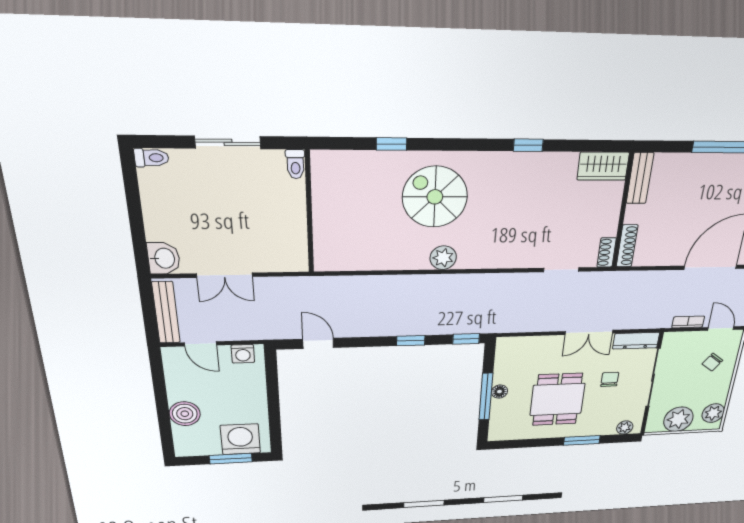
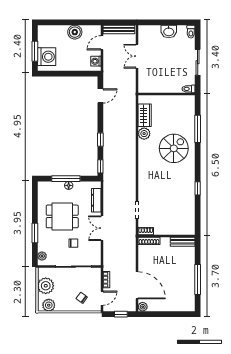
window: (391, 144) -> (198, 129), width x2.17
wardrobe: (603, 166) -> (145, 115), moved, turned 180
washbasin: (164, 258) -> (169, 31), moved
plant: (443, 258) -> (144, 134), moved
dresser: (636, 341) -> (96, 200), moved
boiler: (185, 414) -> (75, 32), moved

